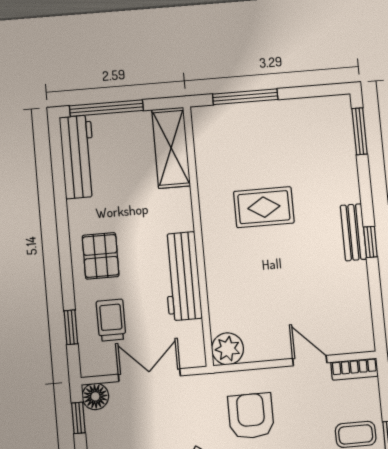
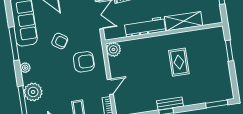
window: (245, 97) -> (229, 51), width x0.69
shelving: (171, 148) -> (184, 21), moved

